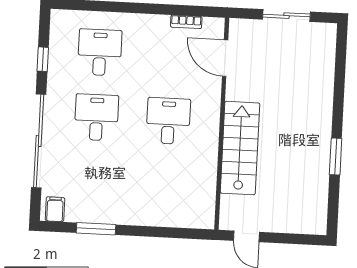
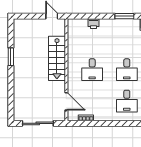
sliding door: (286, 16) -> (38, 123), width x1.37
printer: (161, 217) -> (94, 24), added

